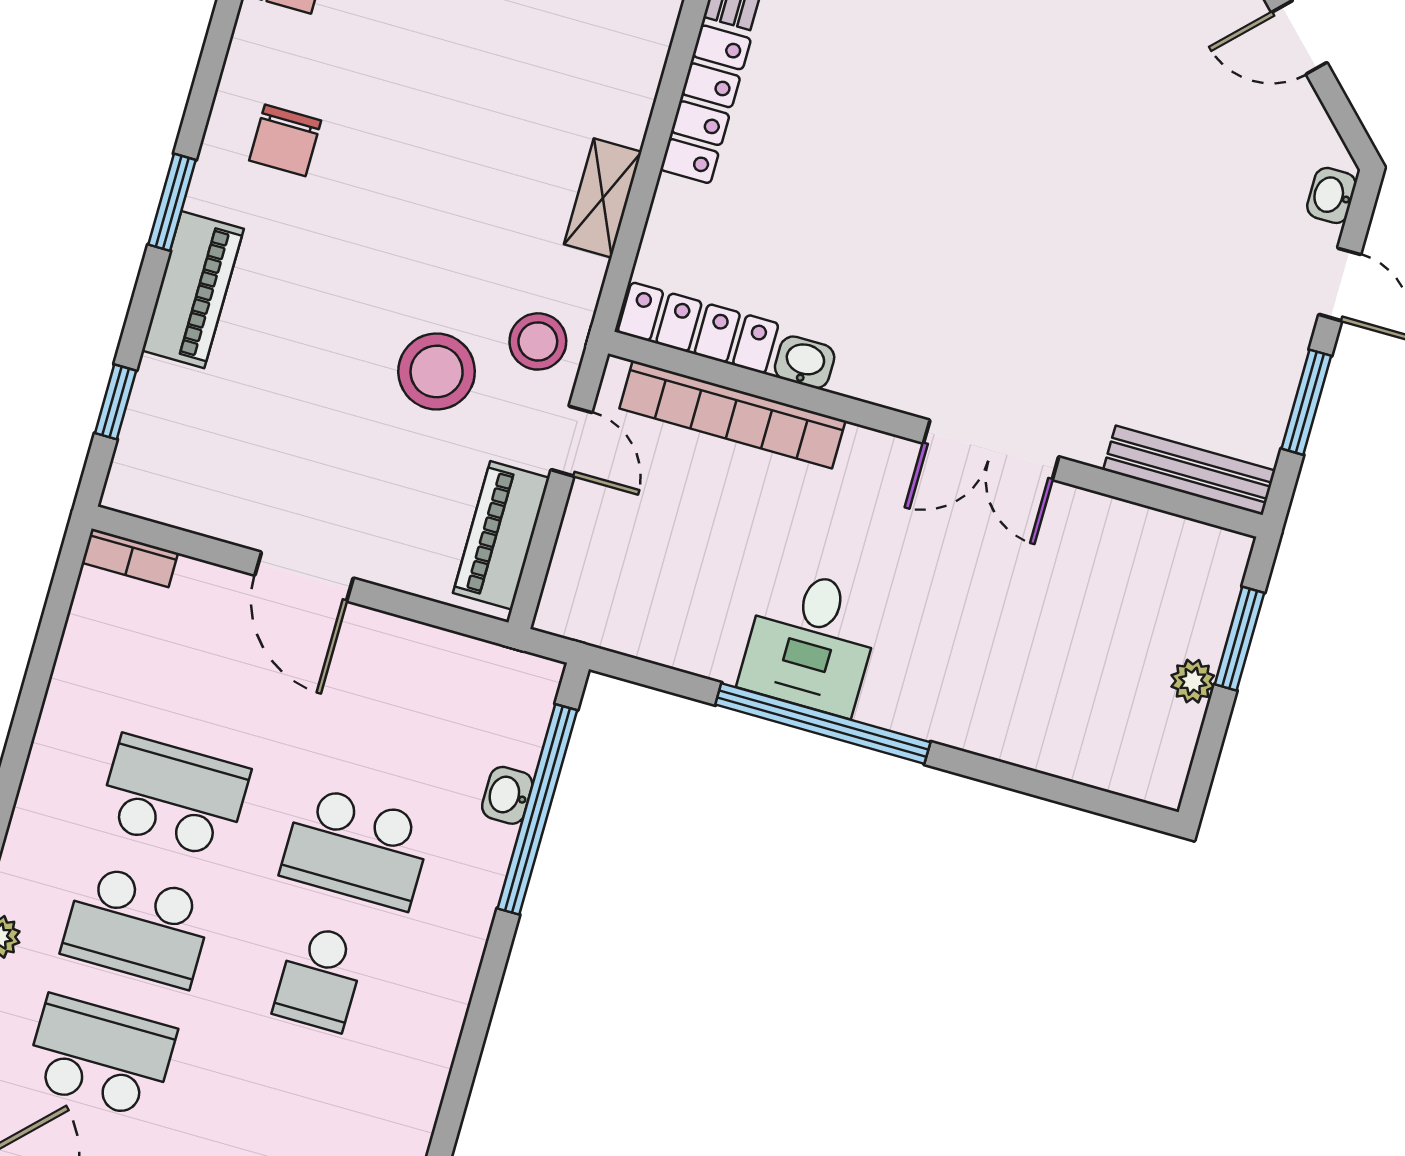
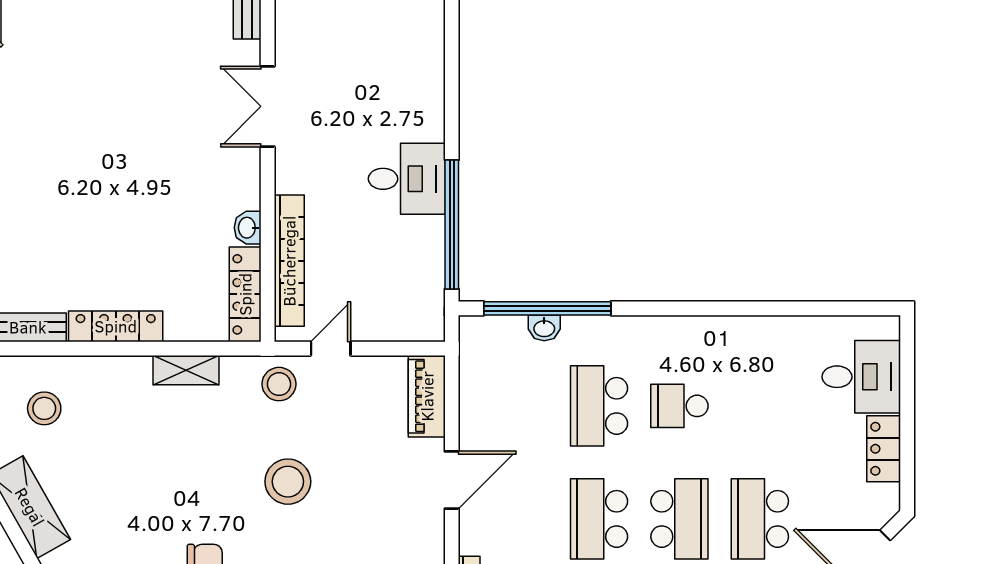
stool: (437, 371) -> (288, 482), moved
double door: (991, 450) -> (268, 106), swing flipped
piano: (501, 535) -> (427, 396), moved, turned 90
window: (823, 723) -> (452, 224), moved
school desk: (356, 848) -> (599, 406), turned 180
school desk: (320, 978) -> (679, 406), turned 180

